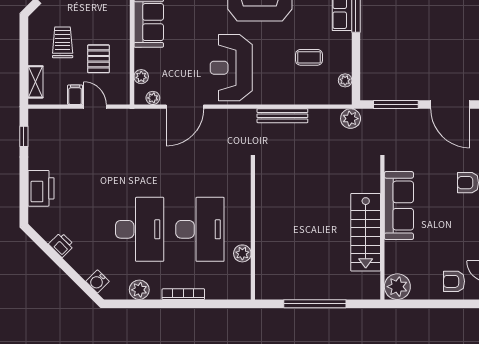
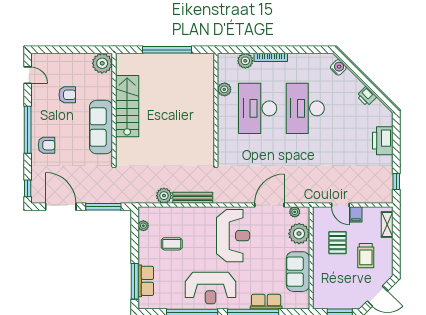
plant: (141, 77) -> (299, 234), width x1.88, depth x1.88
plant: (351, 119) -> (164, 196), moved
armchair: (454, 281) -> (67, 95), moved
plant: (139, 290) -> (245, 61), moved

